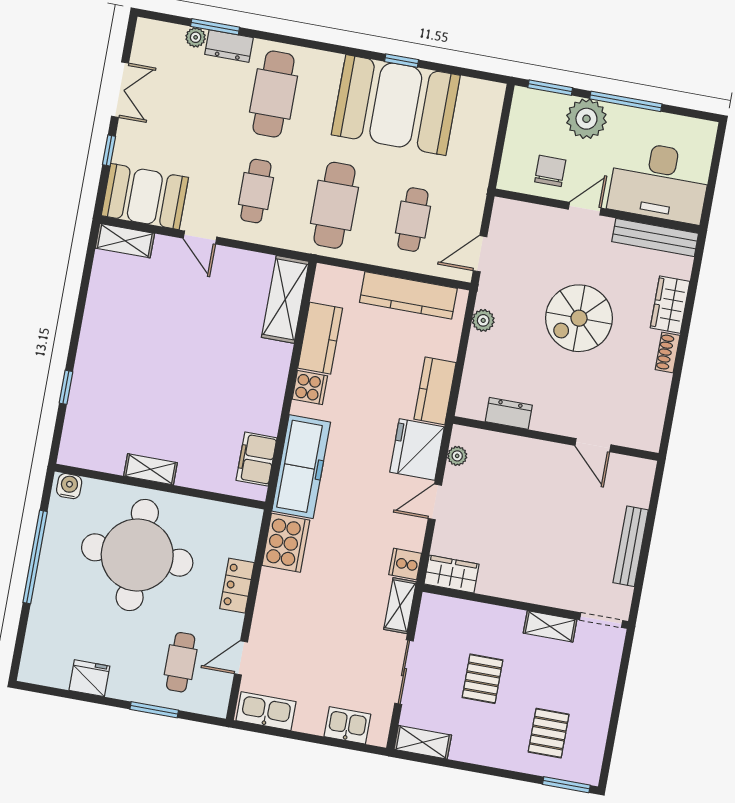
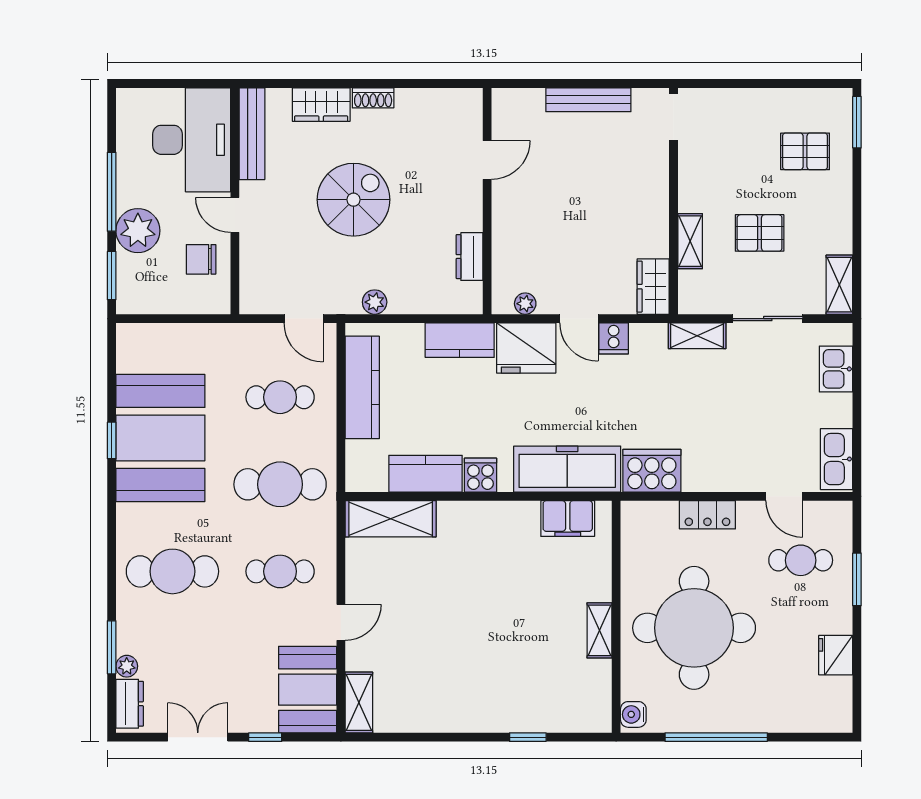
dresser: (229, 46) -> (130, 704), moved
spiral stairs: (579, 318) -> (354, 200), turned -90
cooker: (405, 564) -> (614, 338), moved
shelving: (550, 626) -> (690, 241), moved

